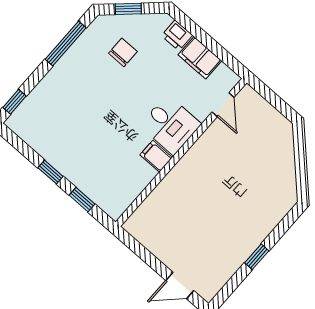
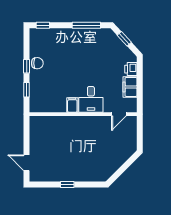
chair: (123, 52) -> (37, 63), moved

